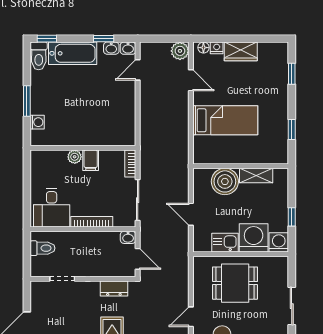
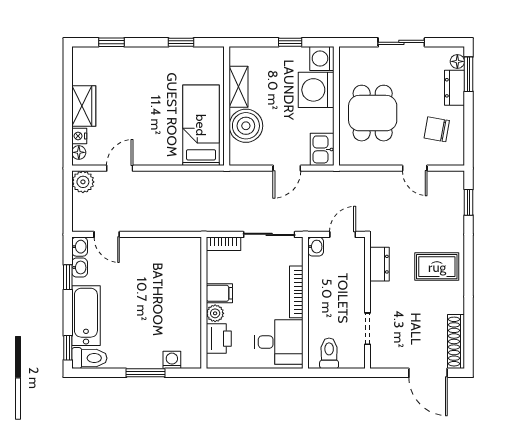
bed: (225, 120) -> (201, 125), moved
printer: (54, 160) -> (219, 339), added
kitchen sink: (225, 243) -> (322, 149), moved

